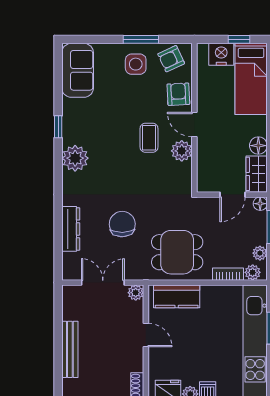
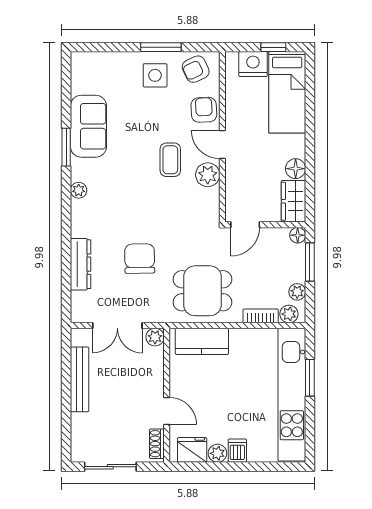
sofa: (78, 70) -> (88, 126), moved
window: (58, 127) -> (66, 147), width x1.50
plant: (75, 158) -> (79, 190), width x0.53, depth x0.53
door: (232, 195) -> (245, 225), moved
double door: (103, 283) -> (117, 326), swing flipped
door: (146, 335) -> (167, 411), moved
bench: (70, 349) -> (80, 379), moved

